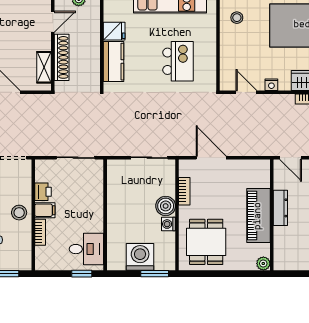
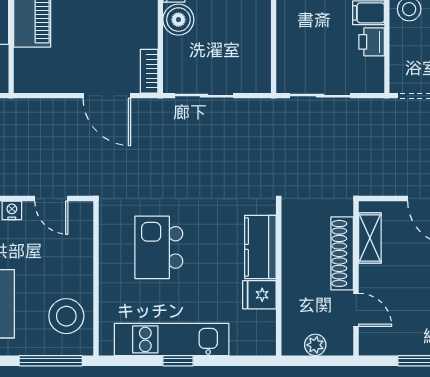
stool: (237, 18) -> (66, 316), width x1.89, depth x1.89
door: (53, 22) -> (356, 310), swing flipped
bookcase: (184, 191) -> (149, 71), moved

